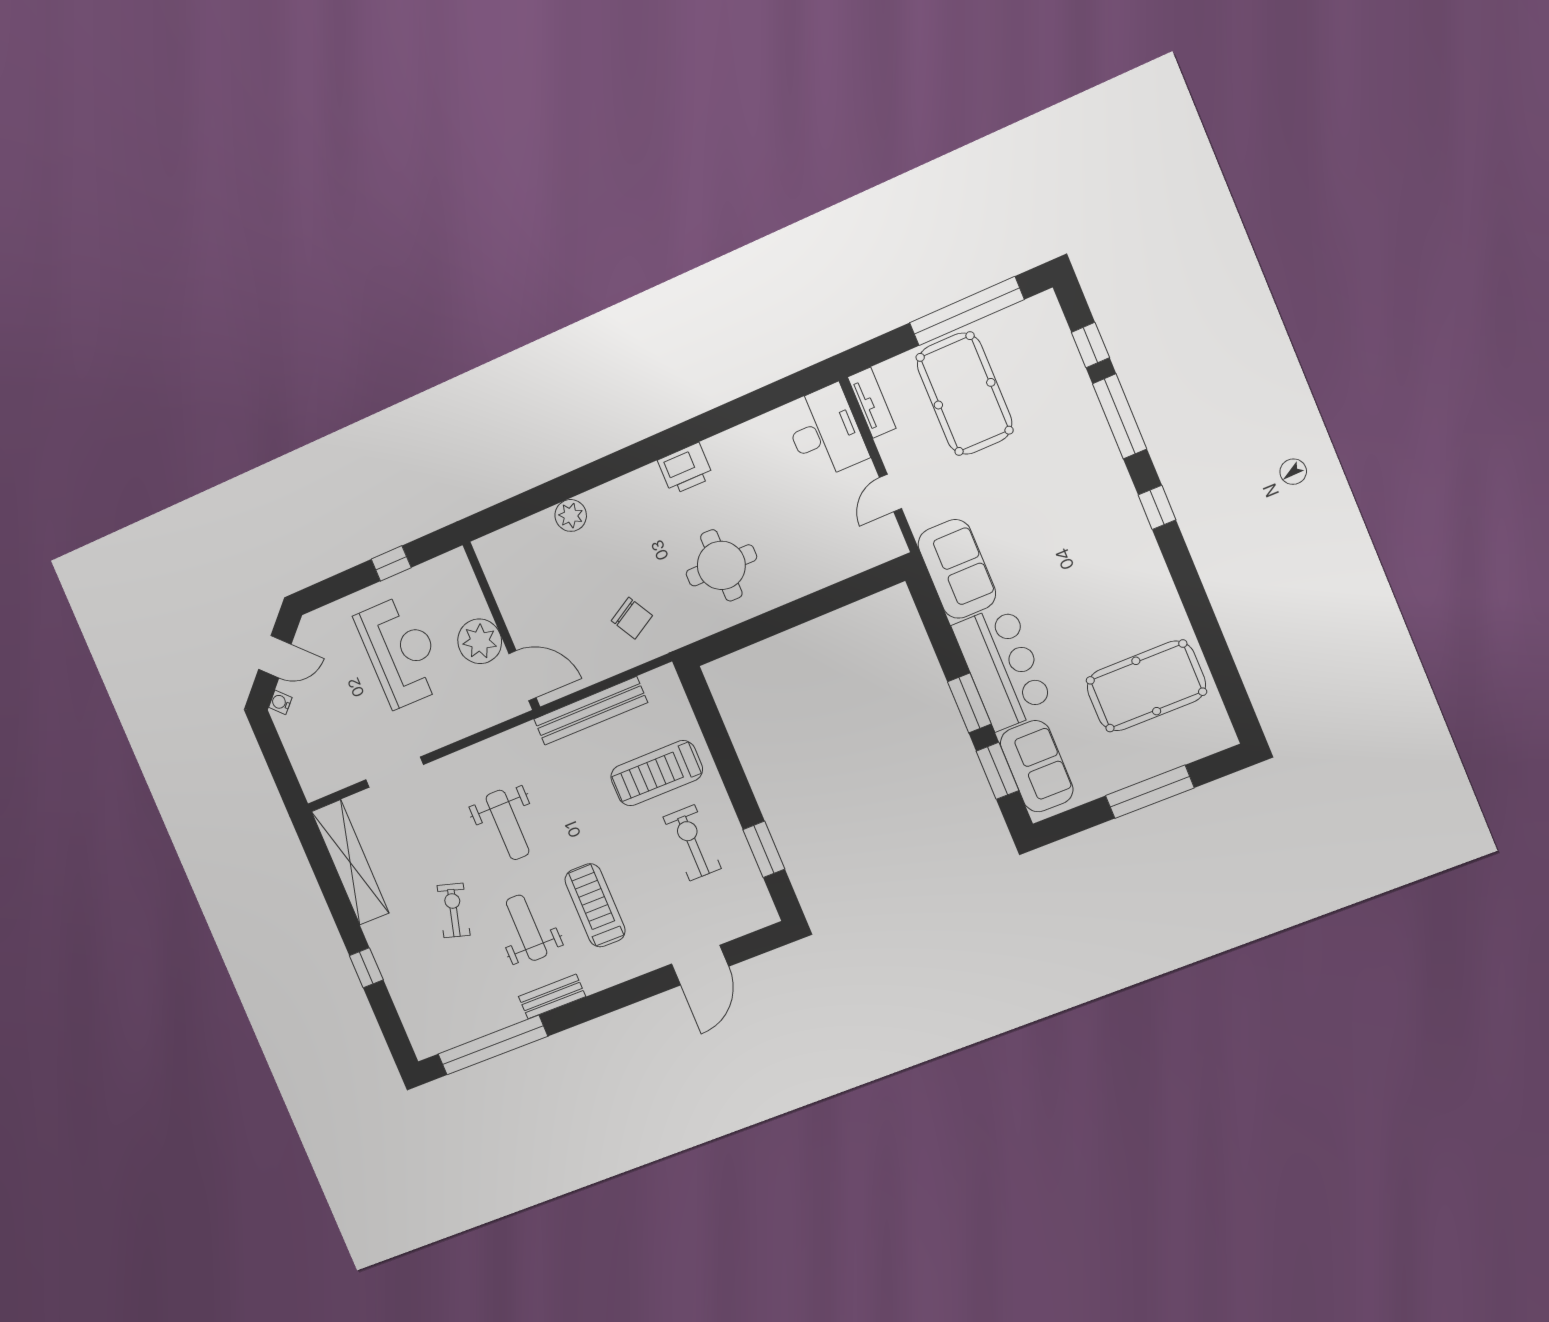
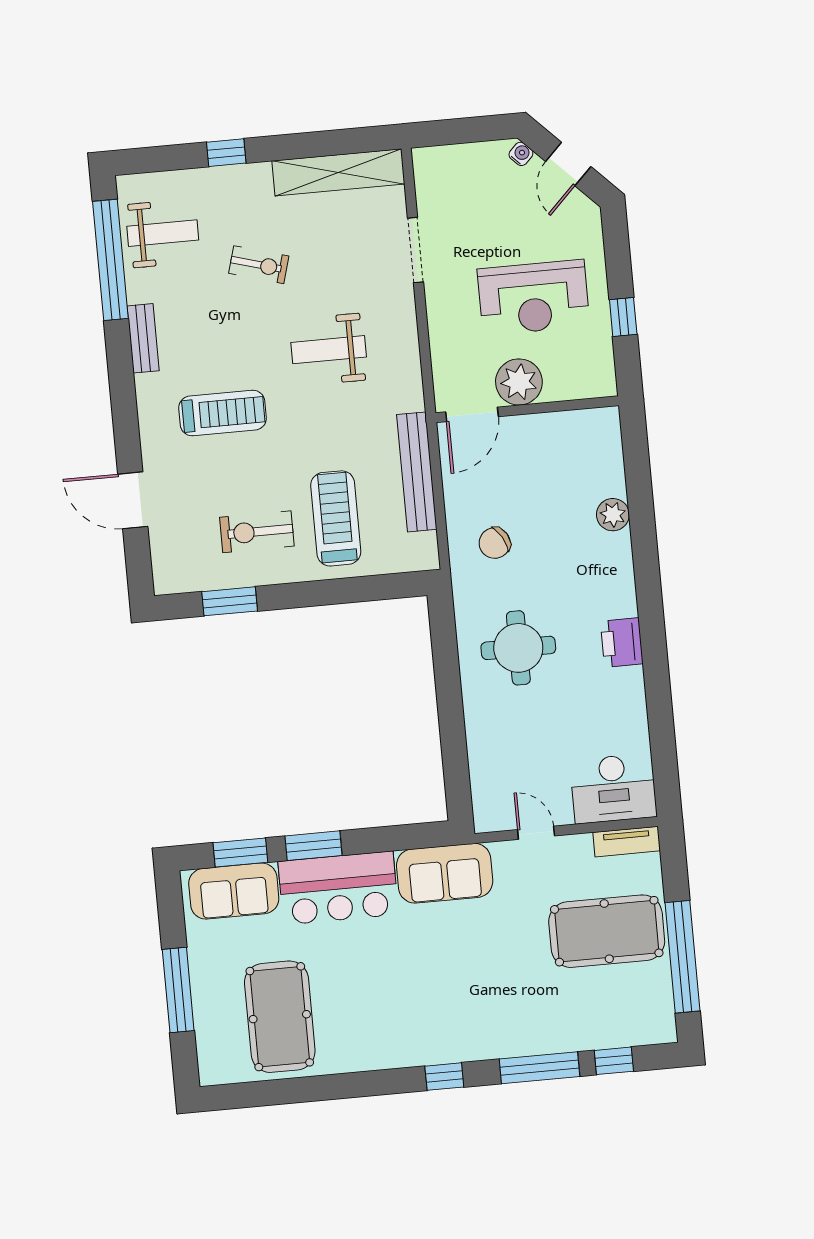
exercise bike: (692, 843) -> (257, 532), turned 180
weight bench: (527, 928) -> (163, 233), moved

